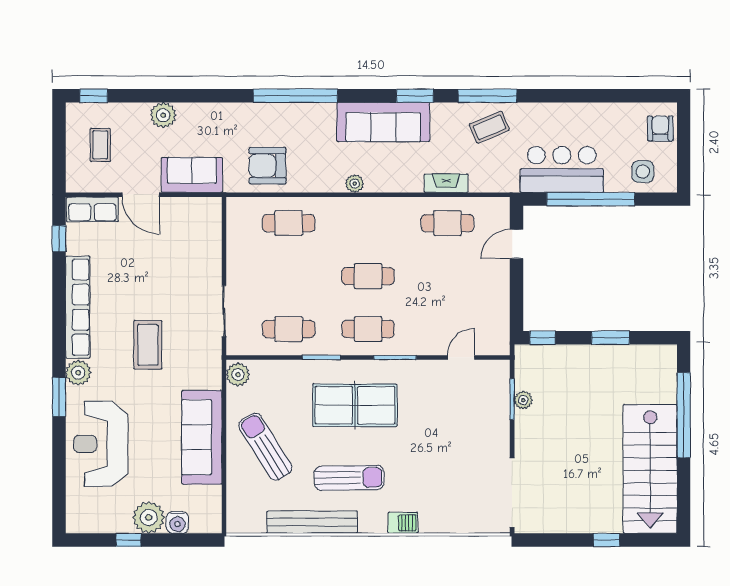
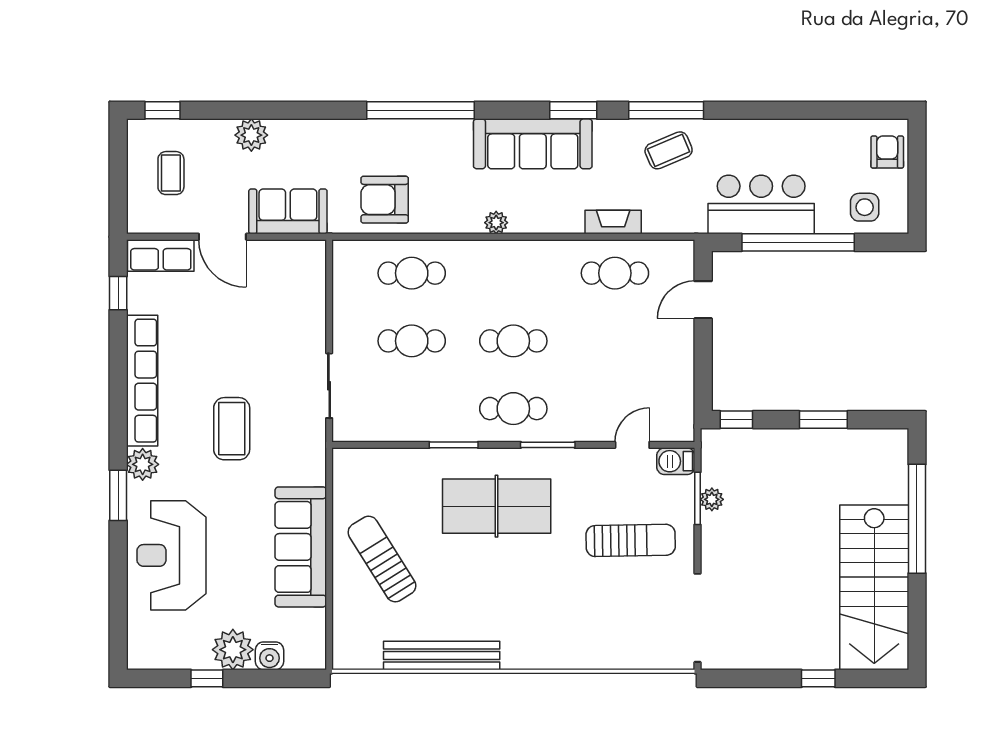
cafe table: (289, 329) -> (412, 341), moved
plant: (238, 375) -> (347, 467), removed
sun lounger: (349, 478) -> (631, 540), moved
barbecue: (403, 523) -> (676, 461), moved, turned 180

